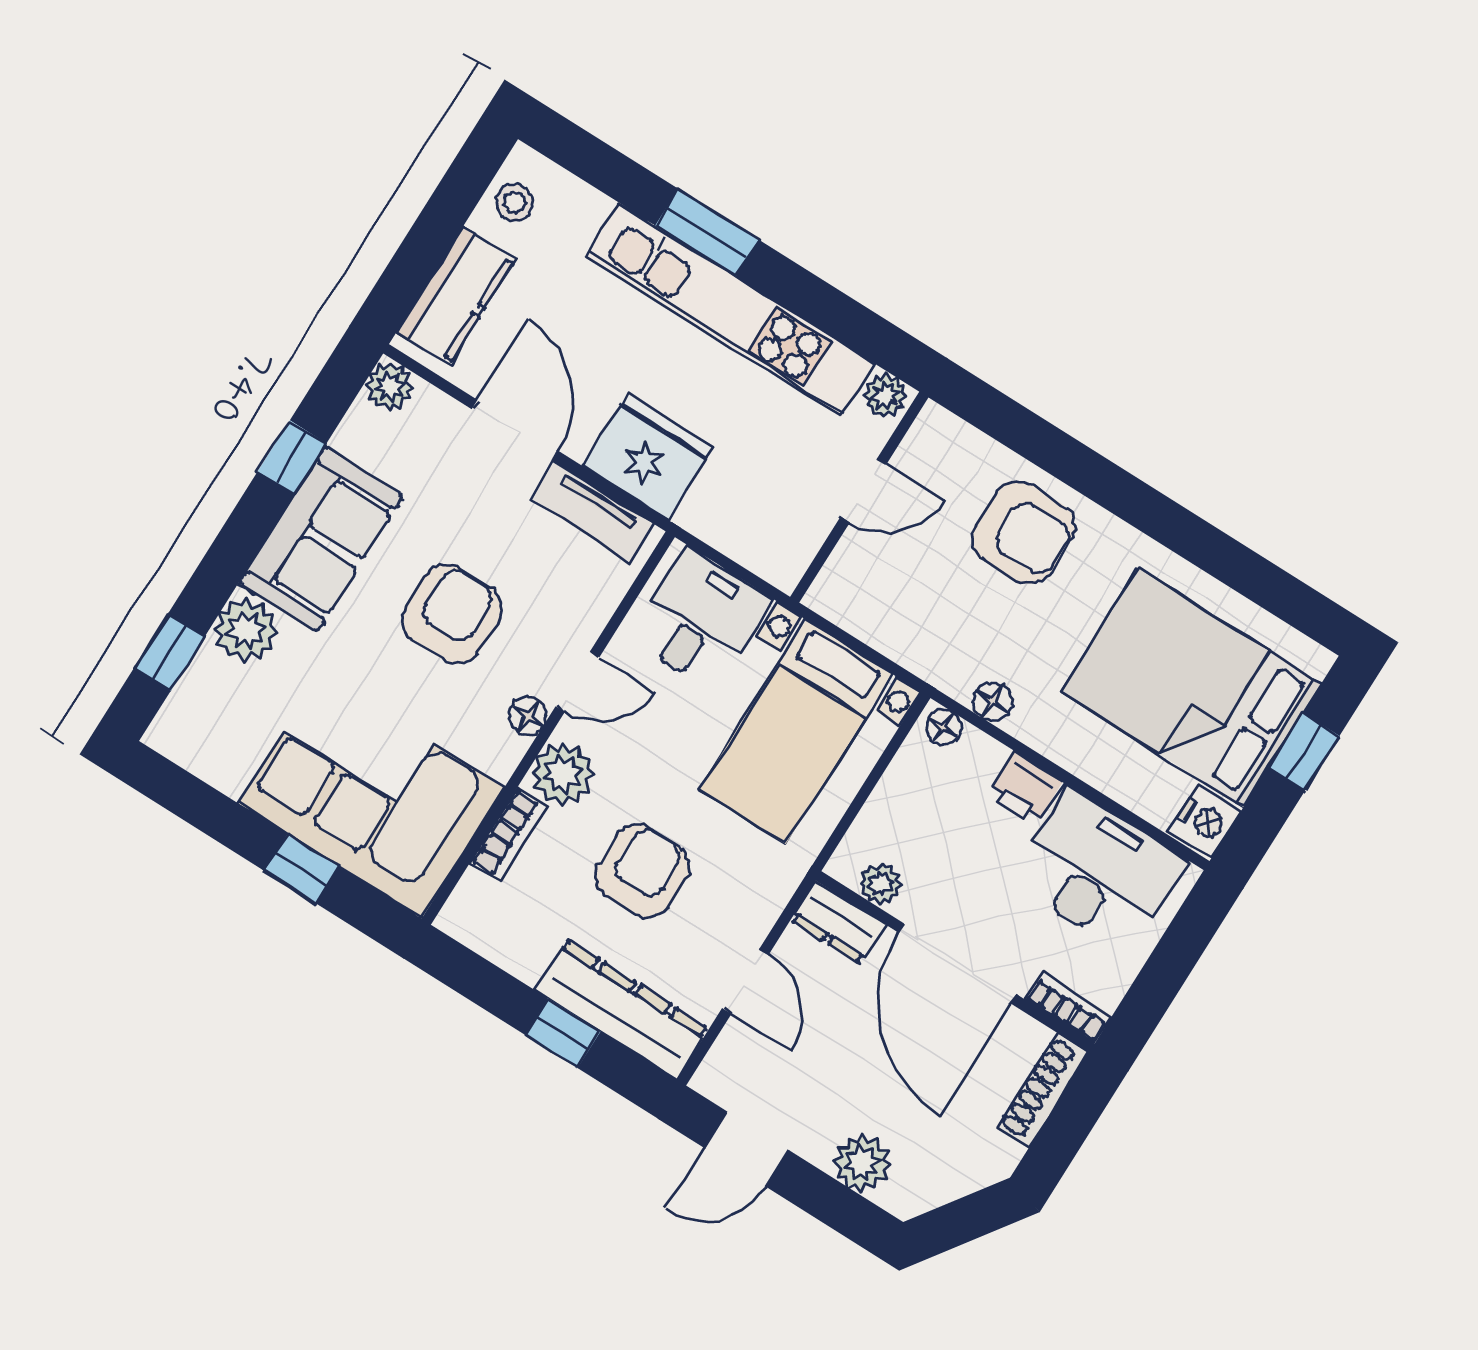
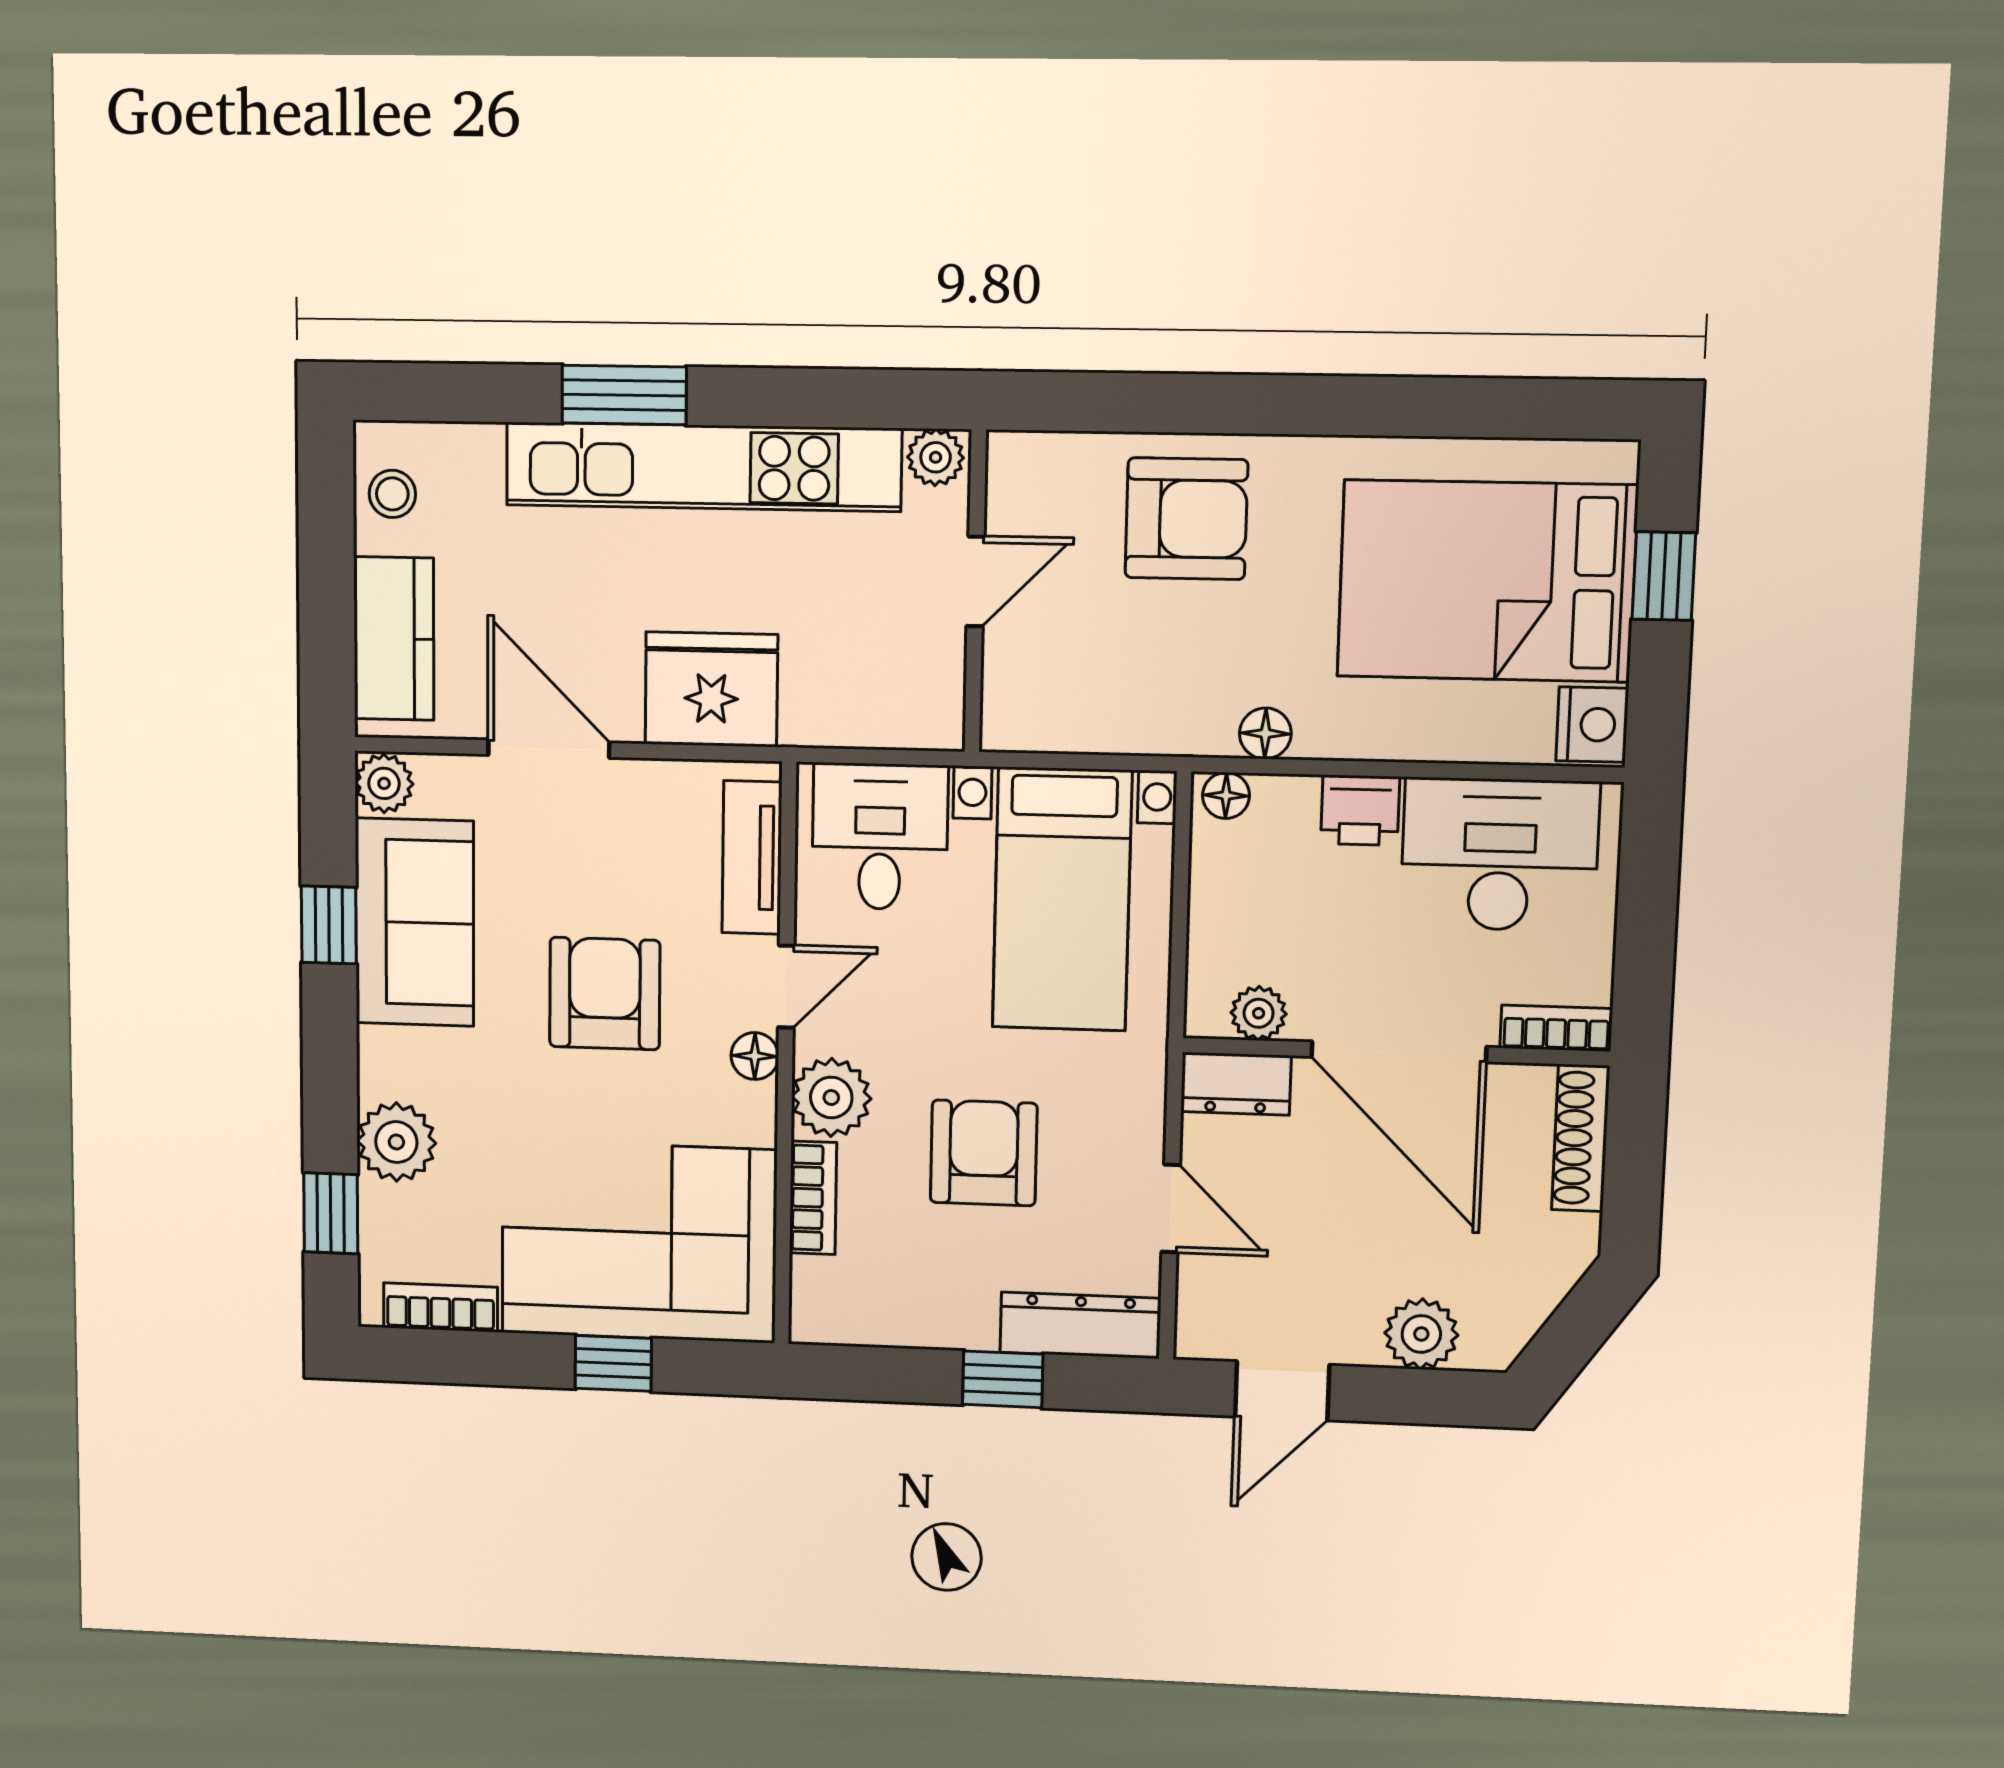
tv unit: (593, 512) -> (752, 858), moved, turned 90
sofa: (321, 540) -> (414, 922), moved
bookcase: (205, 761) -> (441, 1307), added
dresser: (622, 1009) -> (1080, 1325), width x0.73, depth x0.80

